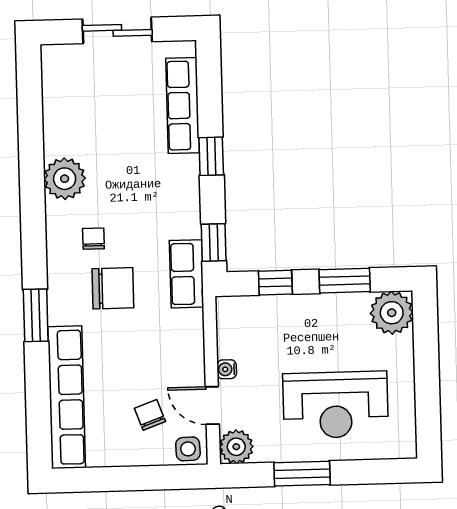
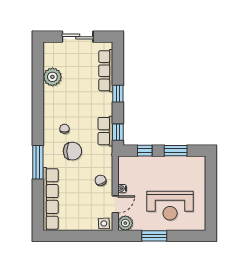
plant: (65, 179) -> (52, 77), moved
row of seats: (187, 274) -> (105, 131), moved
plant: (392, 313) -> (196, 165), removed
window: (36, 315) -> (38, 162), width x1.44
door: (212, 405) -> (115, 204), swing flipped
chair: (150, 415) -> (101, 180), moved

